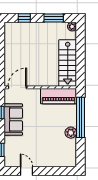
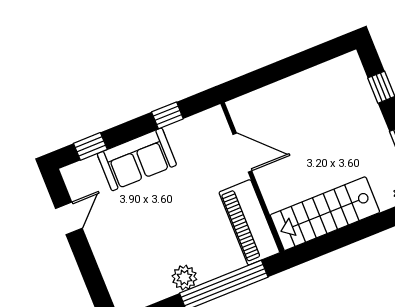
door: (17, 87) -> (242, 153), moved
sofa: (13, 119) -> (137, 159), moved

